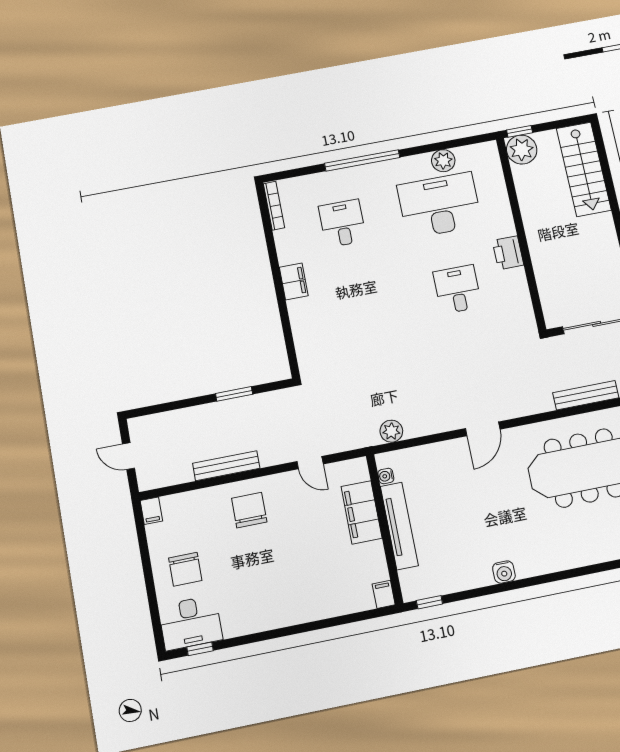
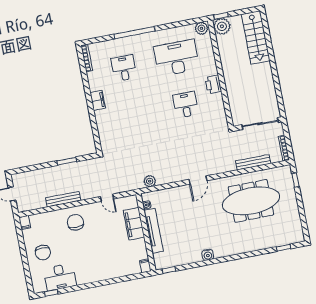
plant: (443, 161) -> (201, 28), moved
desk: (190, 623) -> (60, 277), moved

